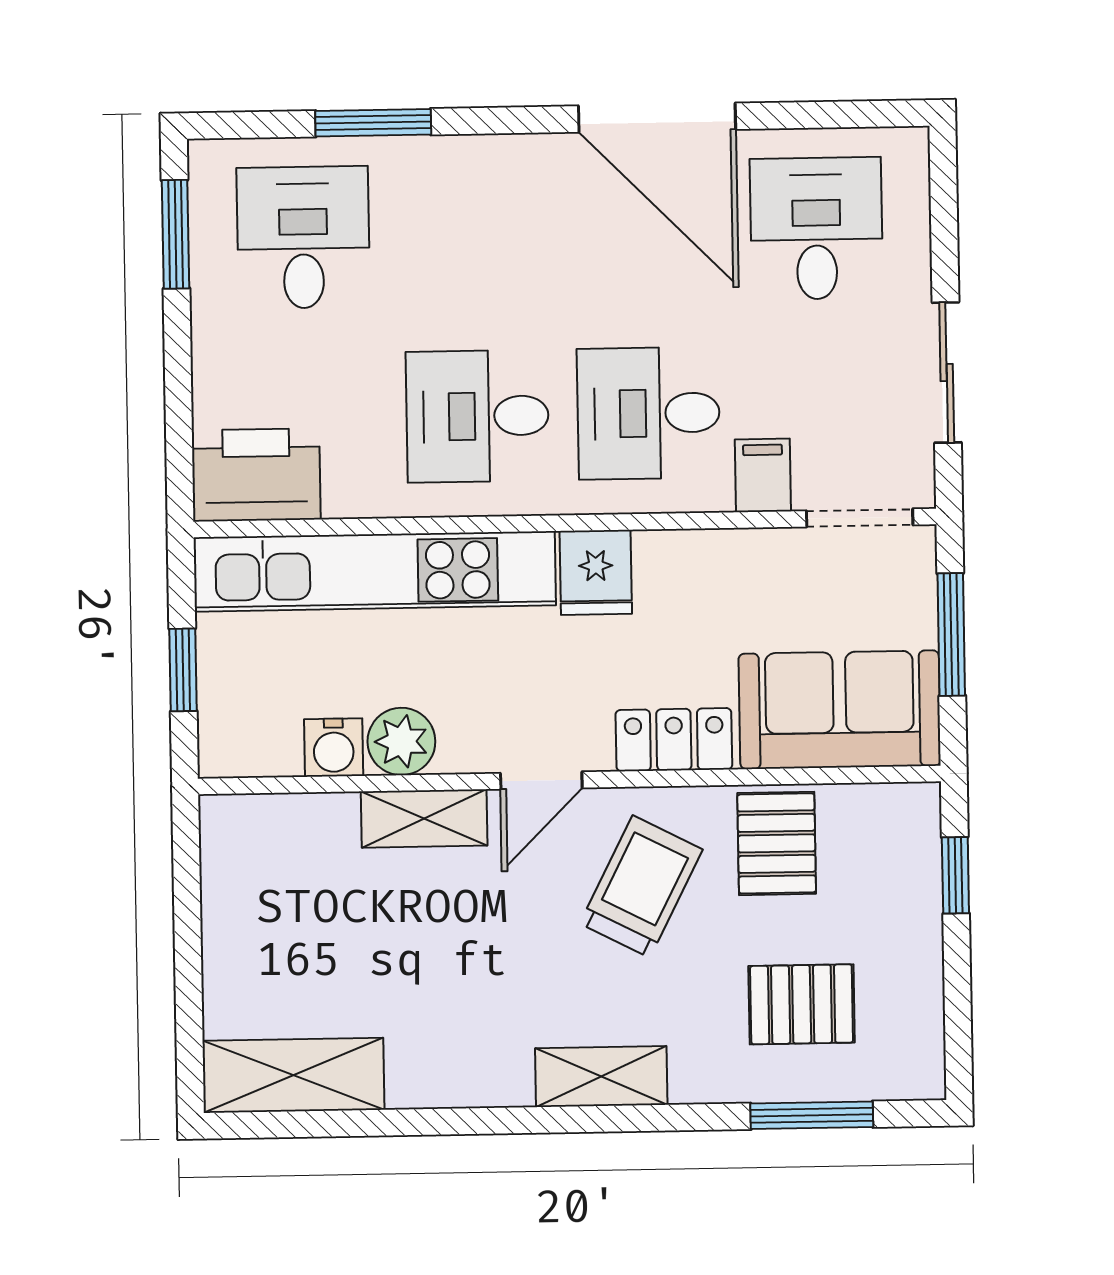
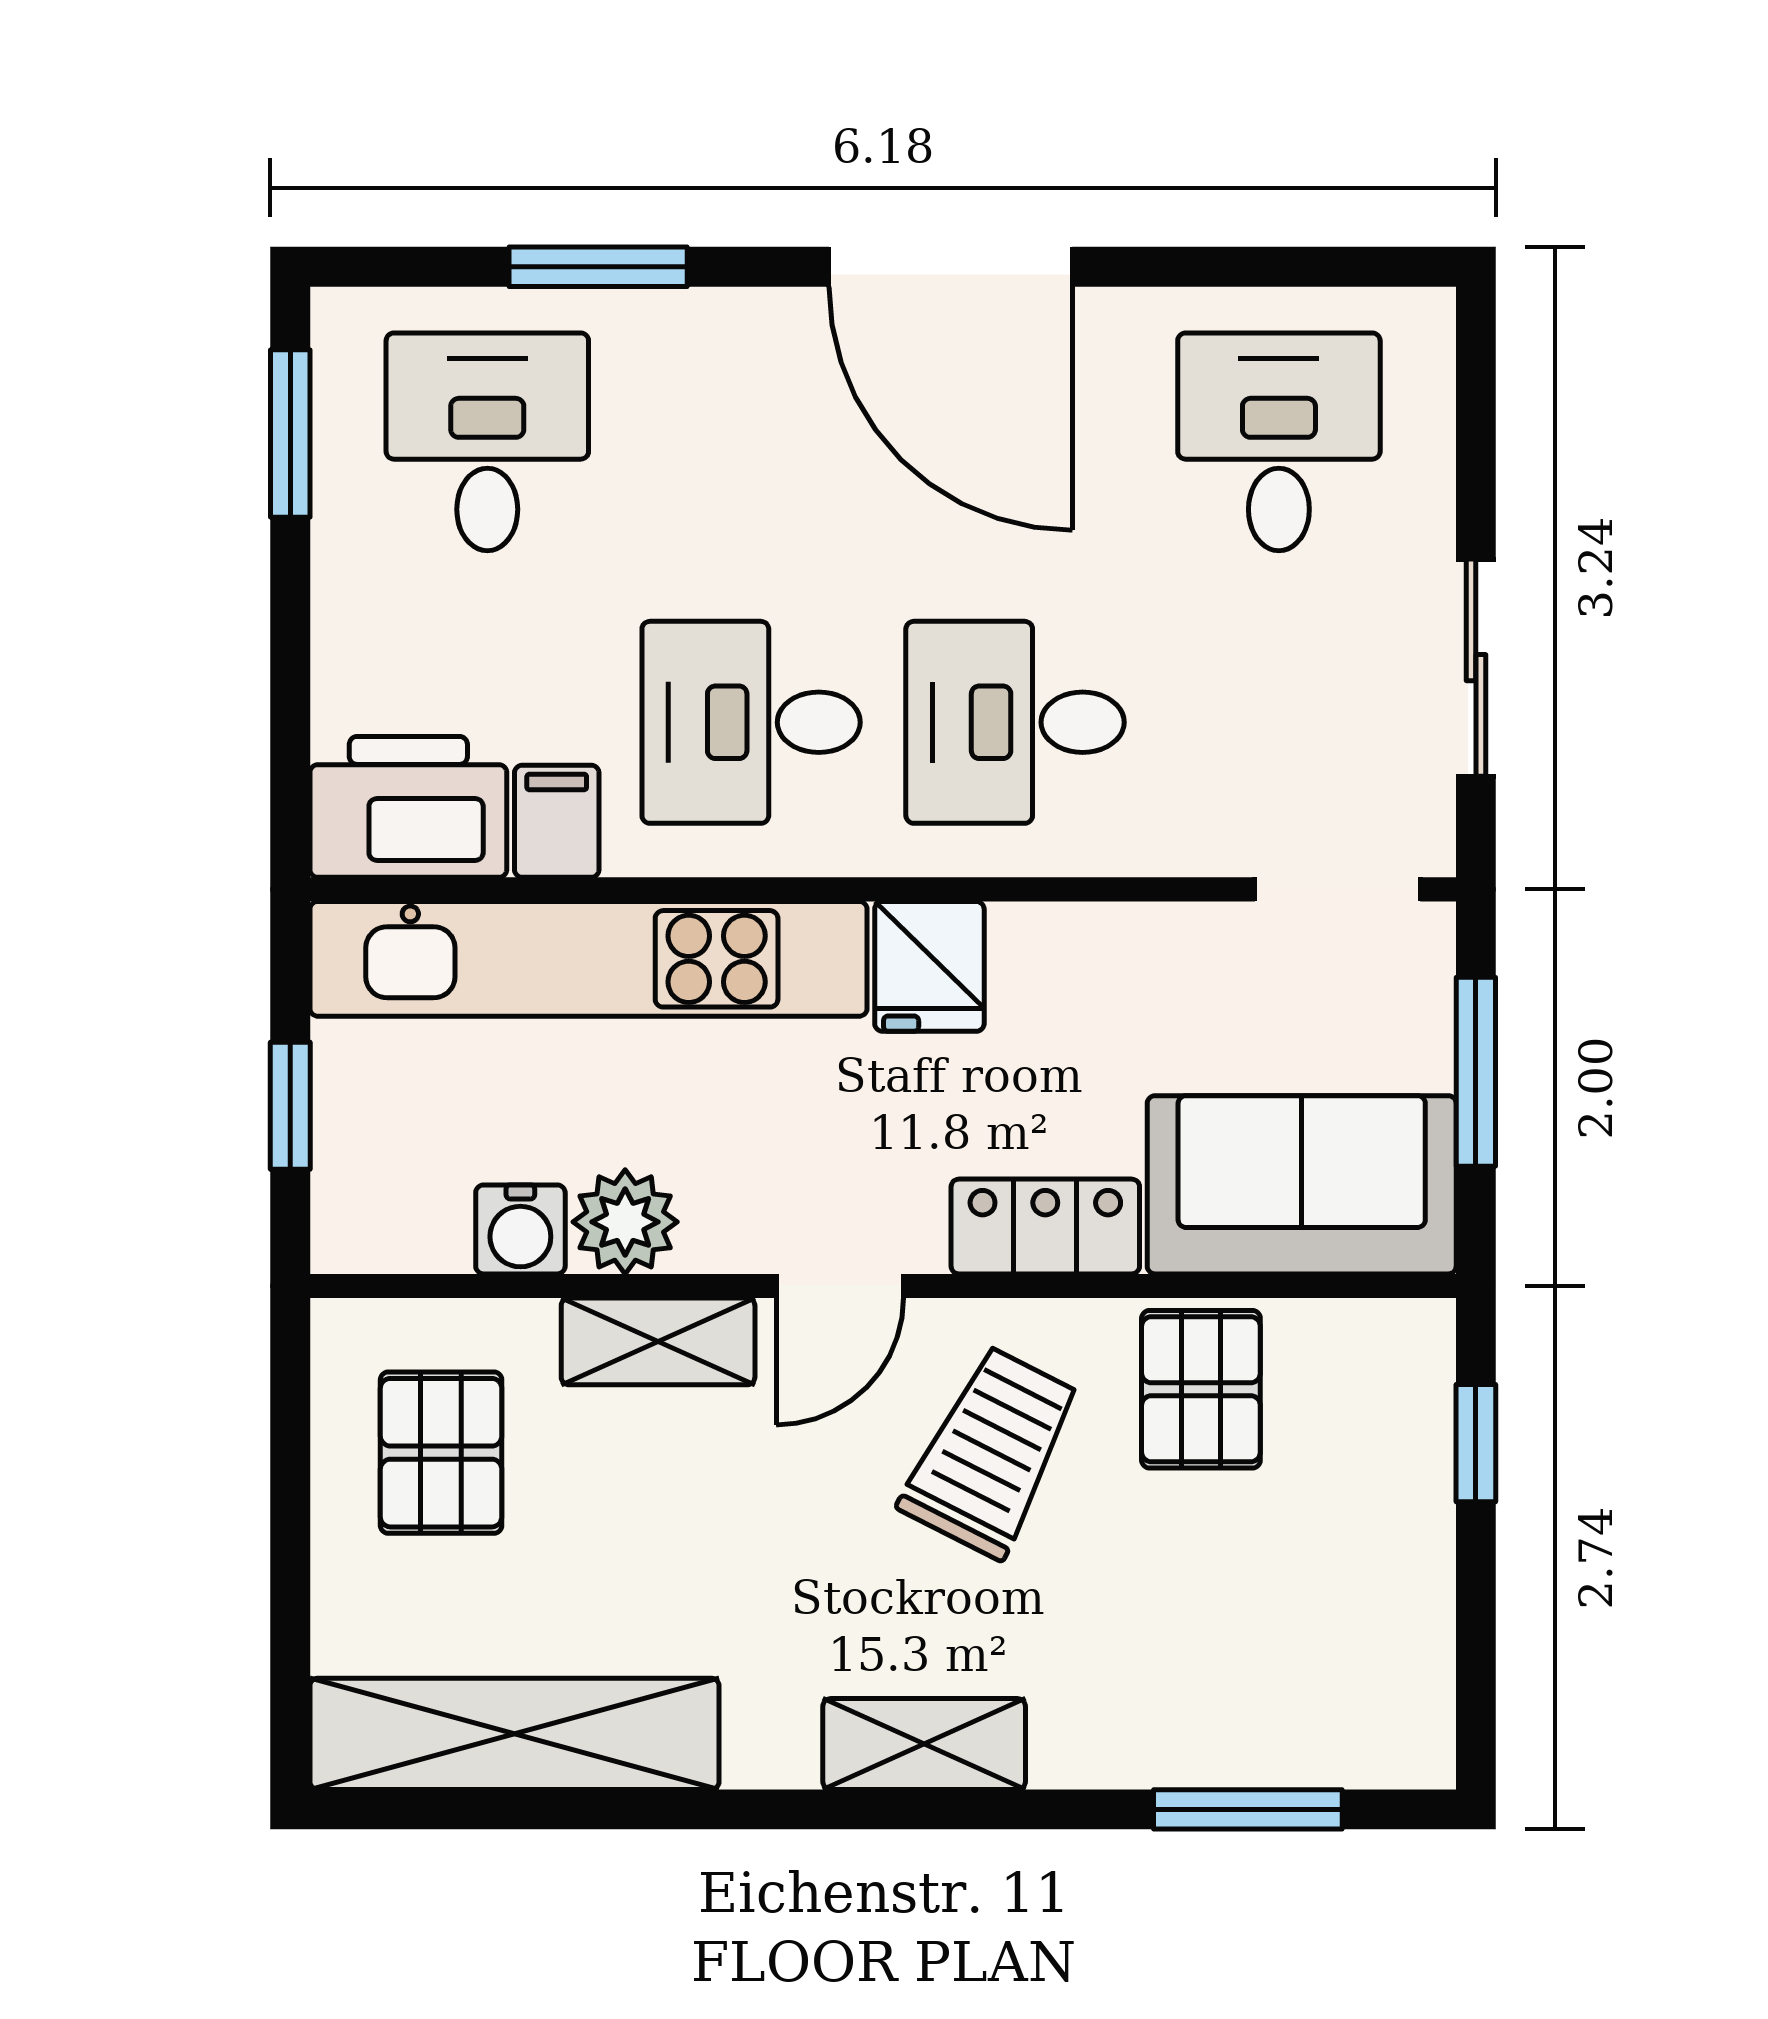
door: (657, 118) -> (951, 267), moved
filing cabinet: (763, 475) -> (557, 821), moved
pallet: (802, 1004) -> (441, 1453), moved, turned 90
shelving: (293, 1075) -> (515, 1734), width x1.47

